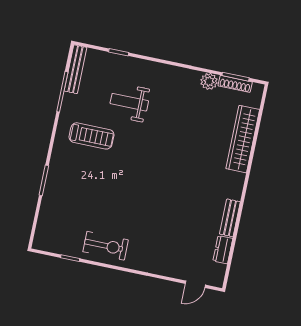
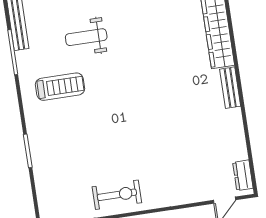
bench: (230, 218) -> (230, 88), moved
dresser: (223, 250) -> (243, 175), moved

